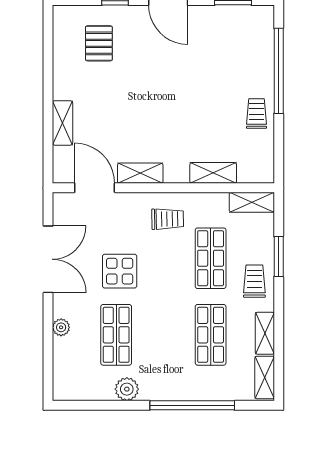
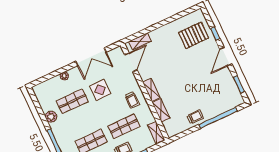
pallet: (99, 43) -> (194, 35), width x1.50, depth x1.42
shelving: (62, 123) -> (140, 41), moved
shelving: (140, 173) -> (151, 90), moved

